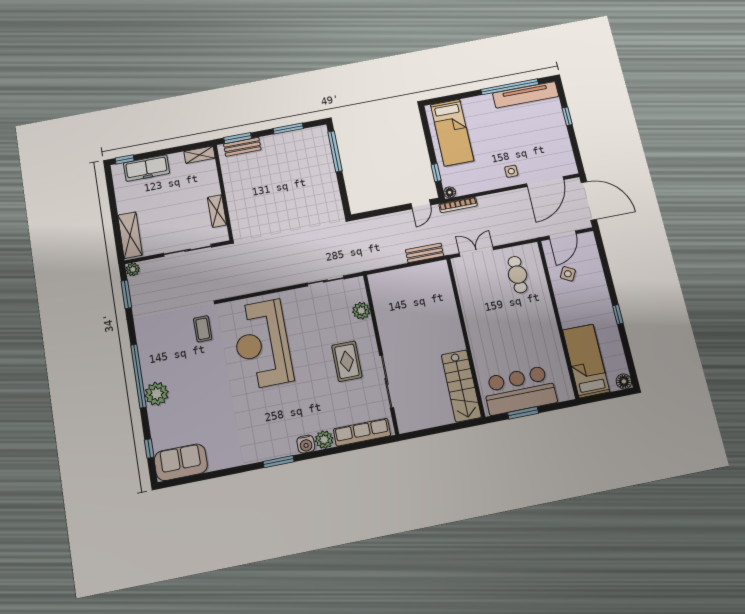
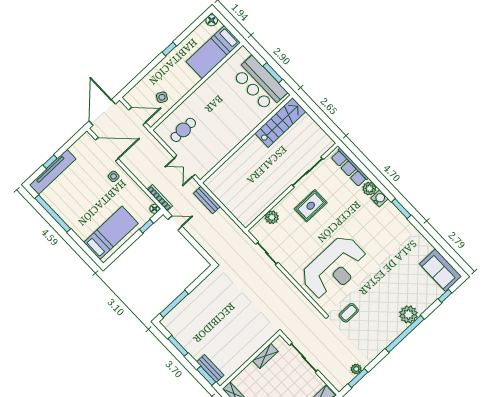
tv unit: (526, 95) -> (53, 172), moved, turned 90
plant: (133, 269) -> (356, 369), moved

